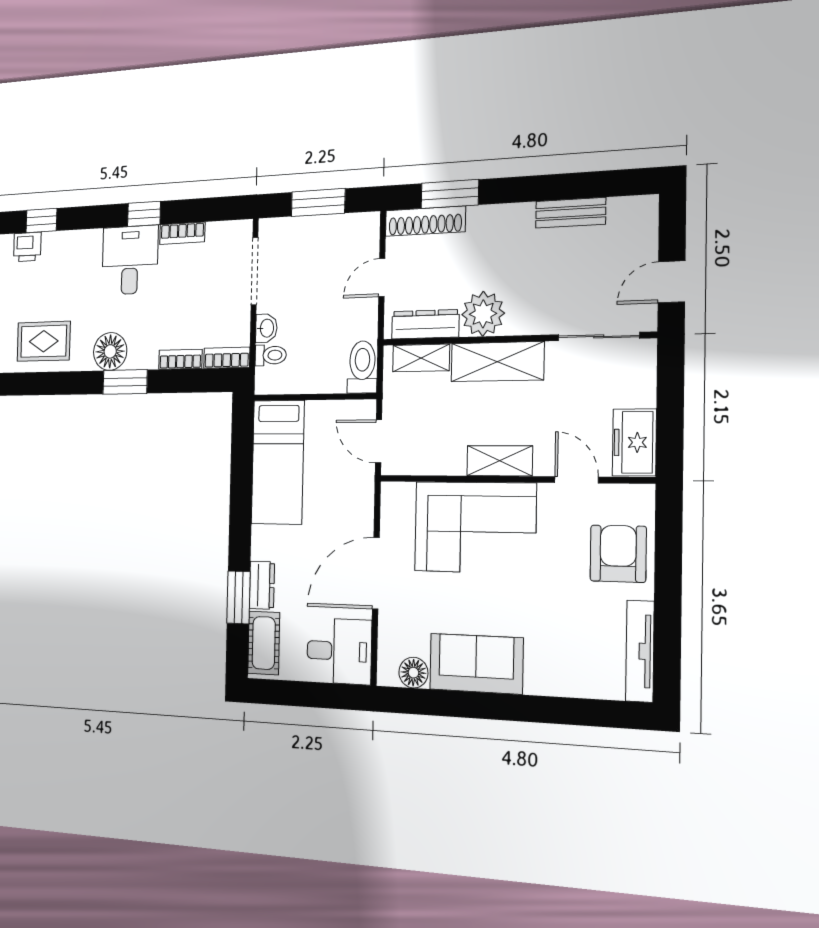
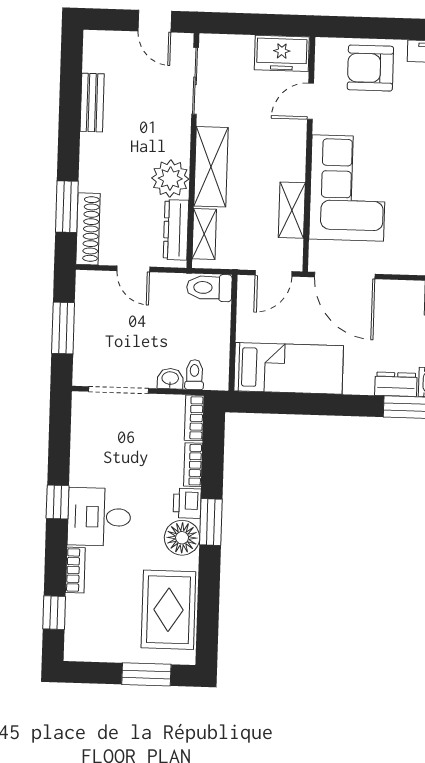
bookcase: (182, 233) -> (75, 570), moved
printer: (27, 247) -> (187, 503), moved, turned 180
rug: (44, 341) -> (168, 610), width x1.36, depth x1.43
shelving: (500, 461) -> (292, 210), moved
door: (376, 573) -> (345, 276), moved

